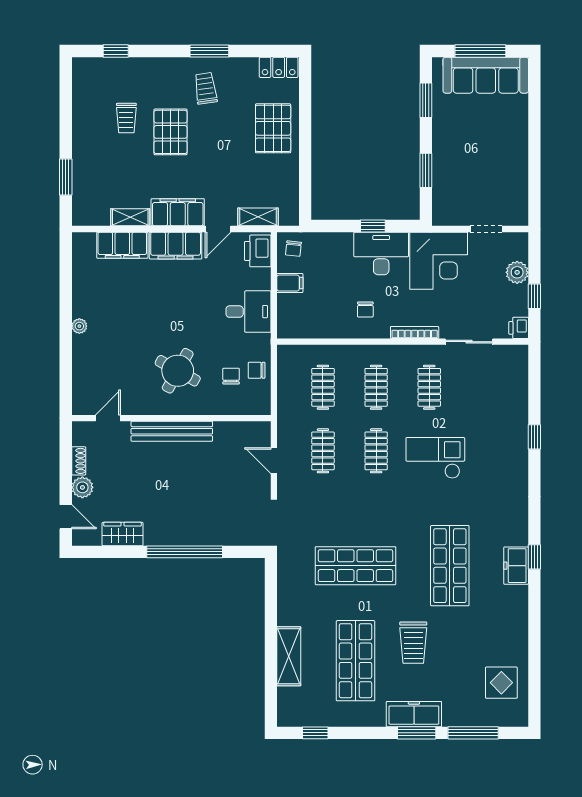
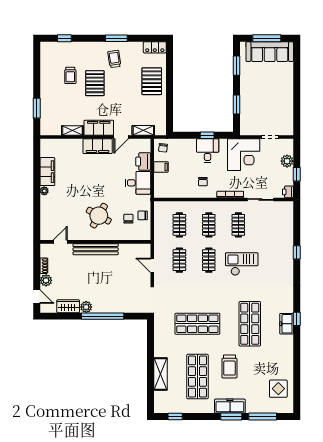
filing cabinet: (122, 245) -> (47, 172), moved, turned -90
printer: (258, 251) -> (143, 162), moved
desk: (381, 253) -> (208, 151), width x0.73
plant: (155, 535) -> (86, 307), added

